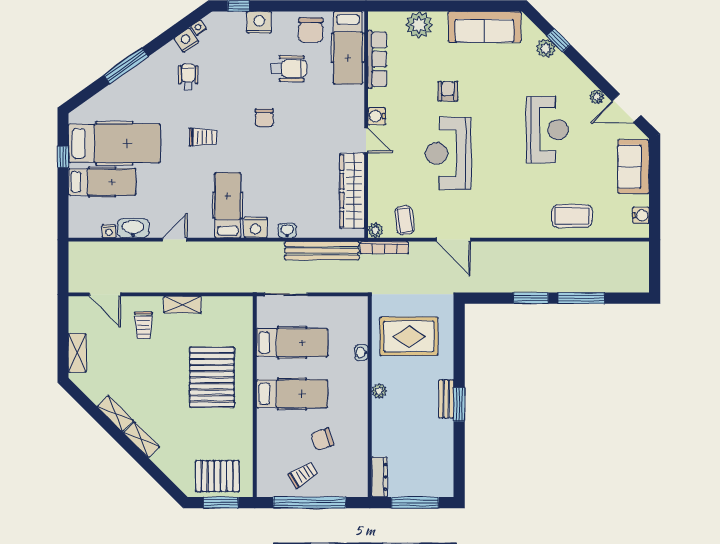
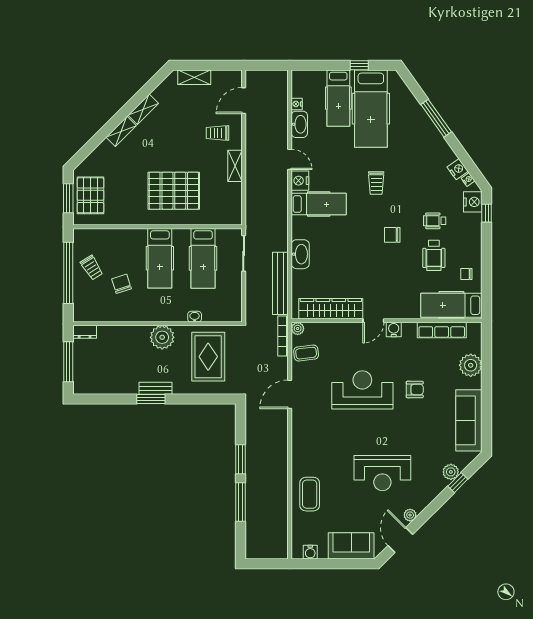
nightstand: (259, 22) -> (473, 202), moved
chair: (311, 30) -> (466, 274), width x0.54, depth x0.54
wheelchair: (188, 77) -> (435, 221), moved, turned 180
nightstand: (255, 227) -> (300, 181), moved
washbasin: (287, 230) -> (300, 254), width x1.91, depth x1.45
plant: (379, 391) -> (162, 337), width x1.87, depth x1.87
dresser: (379, 477) -> (85, 332), width x0.70

